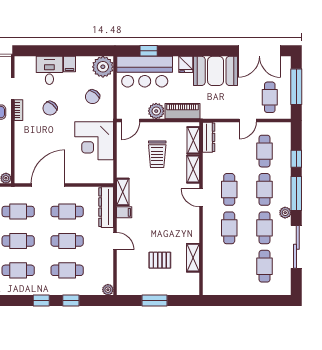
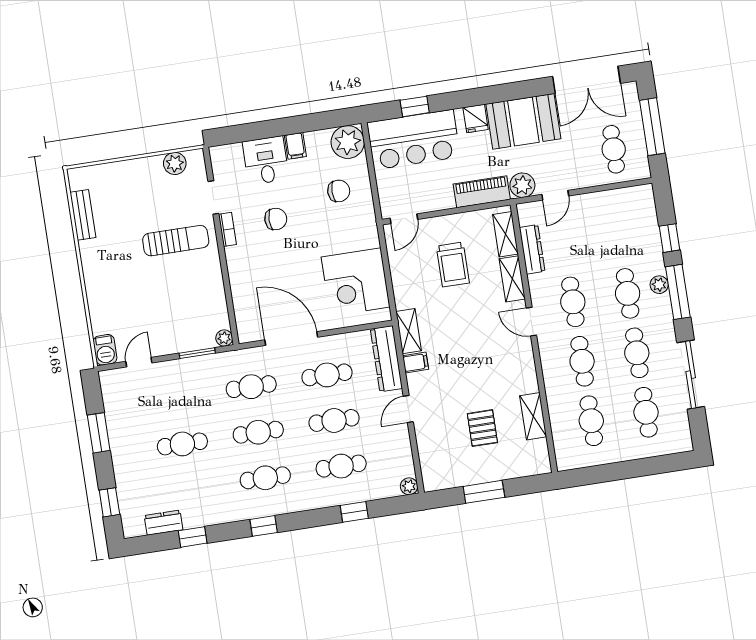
chair: (92, 97) -> (339, 191), turned -126
chair: (50, 108) -> (276, 219), turned -130
plant: (156, 111) -> (522, 185), moved
door: (248, 121) -> (555, 195), moved
dresser: (209, 137) -> (532, 249), moved
corner desk: (94, 141) -> (356, 282), moved
cafe table: (265, 151) -> (591, 421), moved
door: (48, 185) -> (291, 339), hinge flipped
plant: (285, 213) -> (659, 285), moved
door: (115, 241) -> (408, 409), swing flipped
pallet: (160, 260) -> (482, 428), turned 90
window: (41, 301) -> (264, 526), moved

